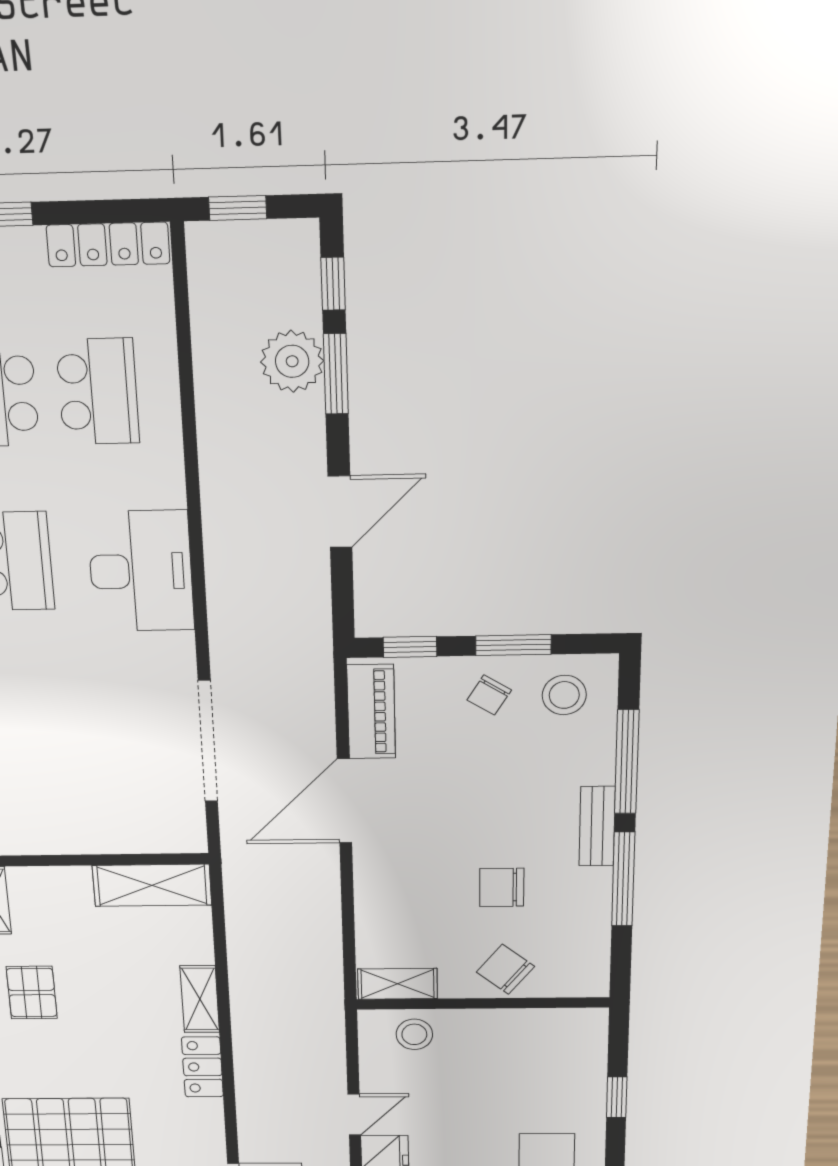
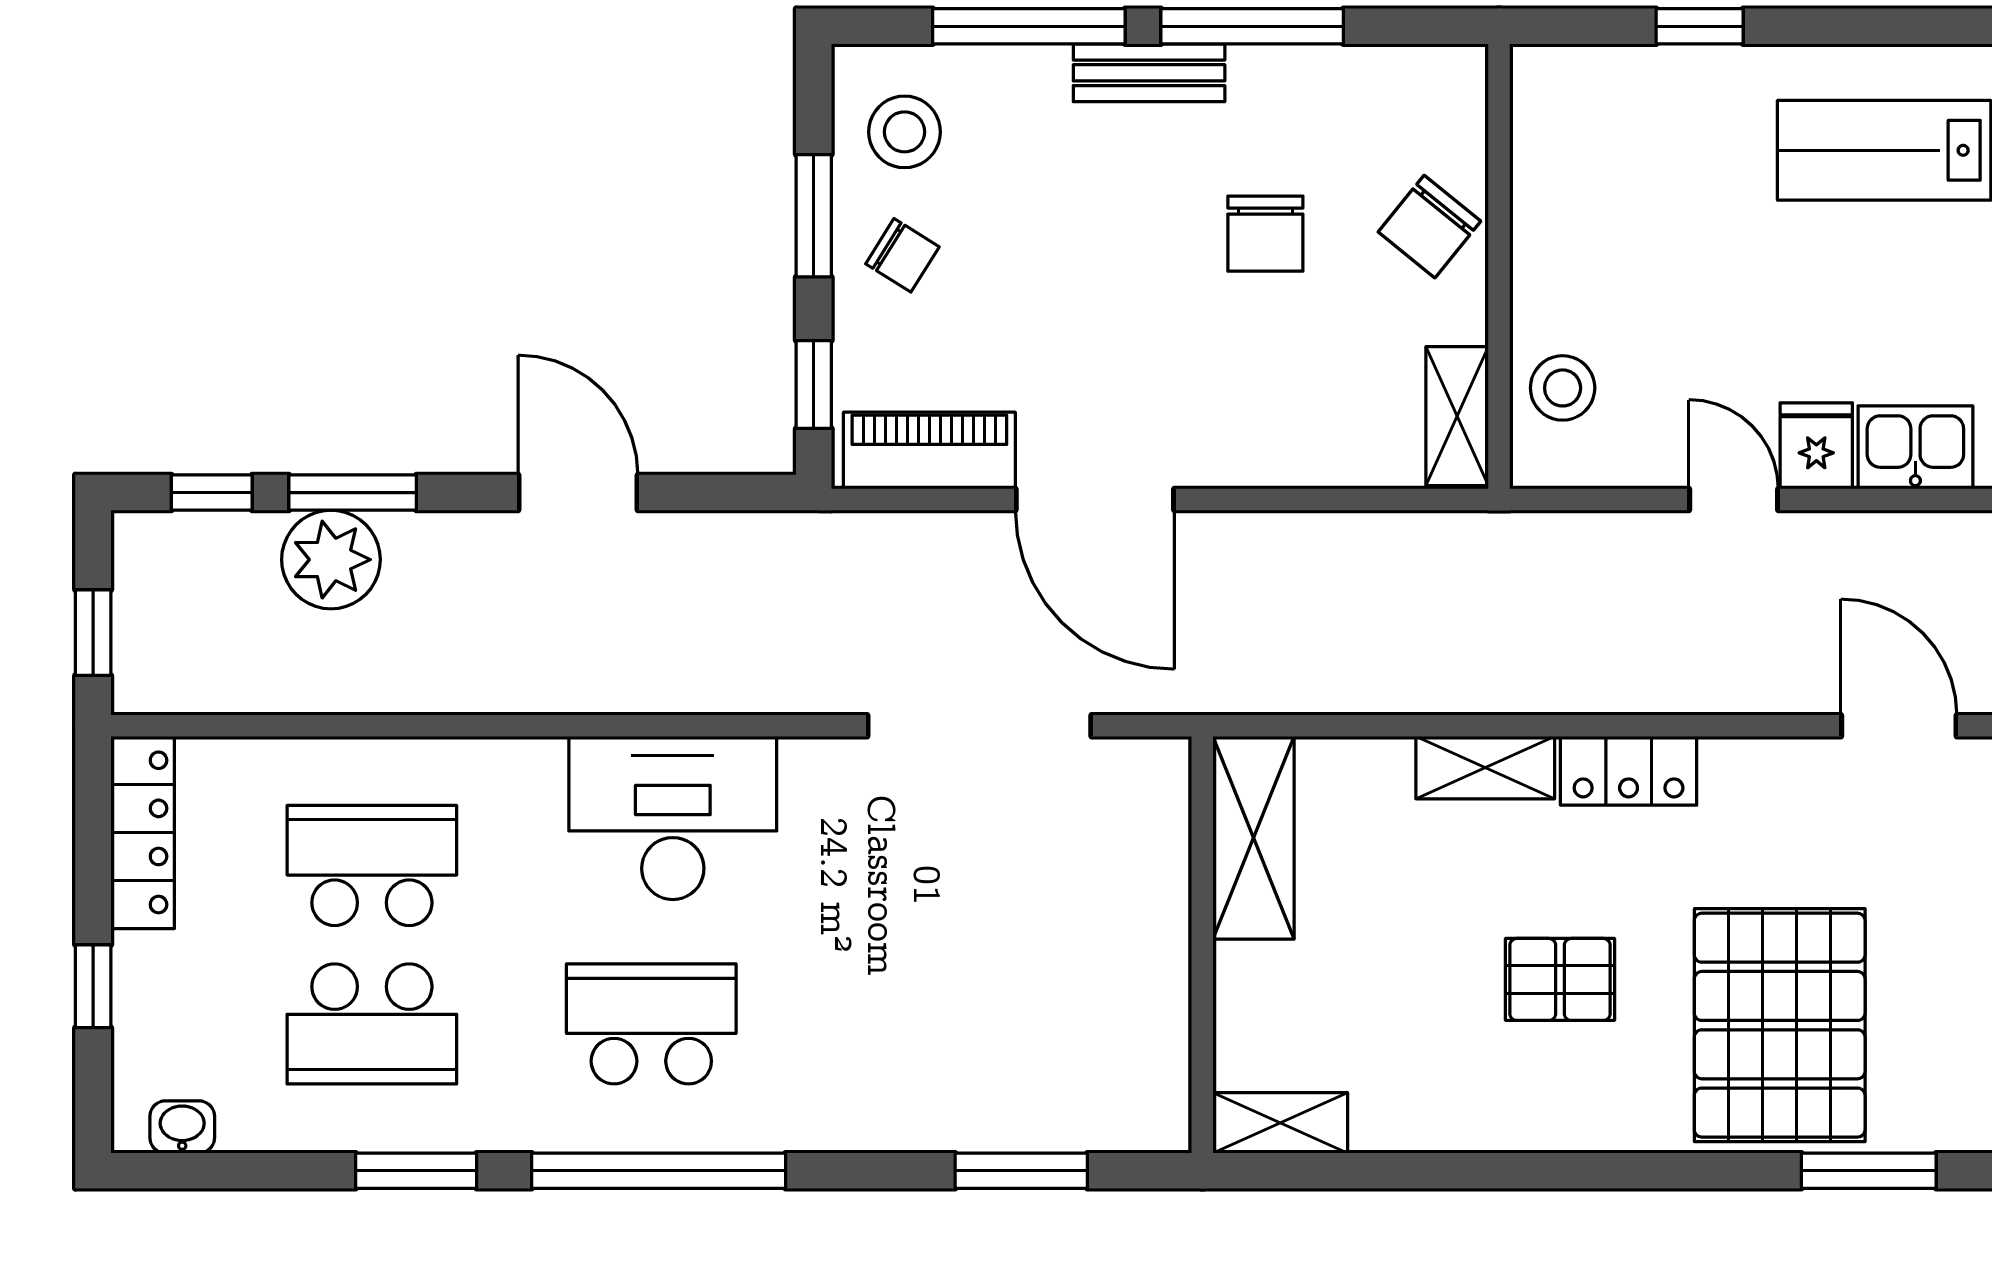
pallet: (32, 993) -> (1560, 979), moved

